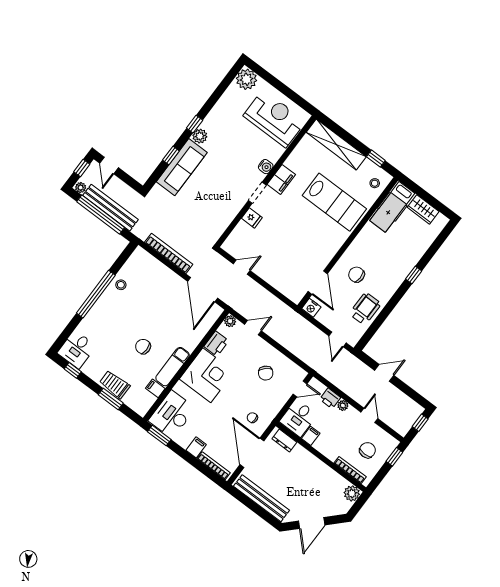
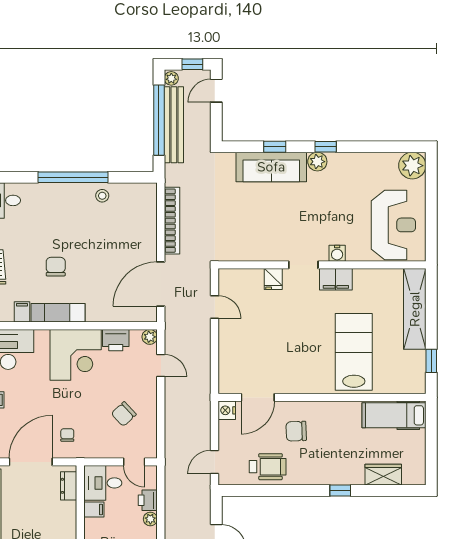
stool: (375, 183) -> (405, 379), removed
lab bench: (334, 202) -> (354, 352), turned 180
wardrobe: (423, 209) -> (383, 475), moved, turned 90
chair: (356, 275) -> (296, 431), turned -92

